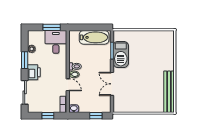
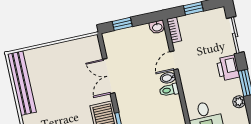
double door: (112, 84) -> (109, 76), swing flipped
door: (68, 85) -> (174, 60), hinge flipped

